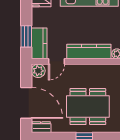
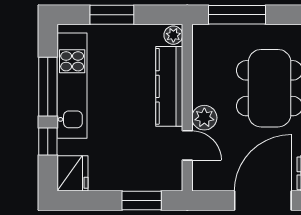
kitchen counter: (39, 43) -> (154, 177), removed
plant: (38, 71) -> (204, 118), moved

